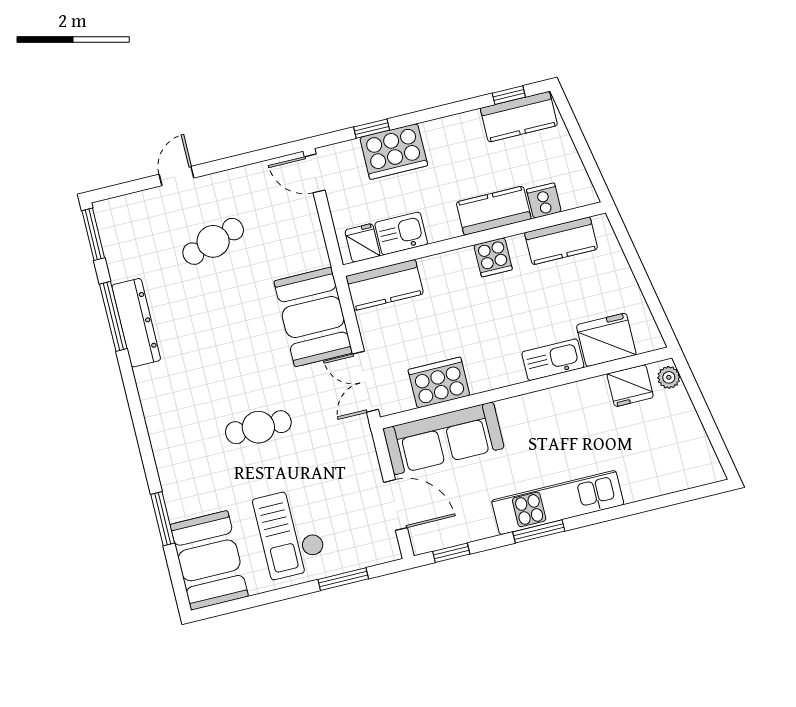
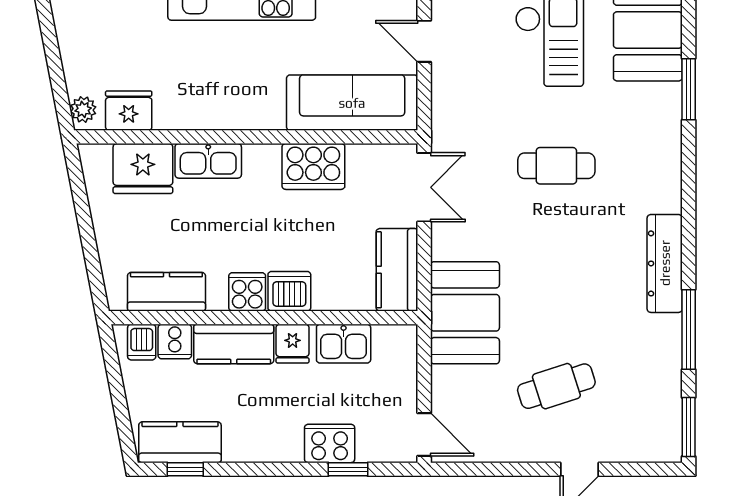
cooker: (394, 151) -> (330, 443), width x0.73, depth x0.76
dishwasher: (572, 193) -> (142, 342), added
fridge: (363, 243) -> (293, 344), moved
dishwasher: (458, 267) -> (289, 291), added
kitchen counter: (385, 285) -> (397, 270), moved, turned -90
booth: (313, 317) -> (465, 313), moved
dresser: (136, 323) -> (665, 263), moved
cooker: (439, 382) -> (313, 166), moved
door: (395, 505) -> (424, 41), width x0.73

